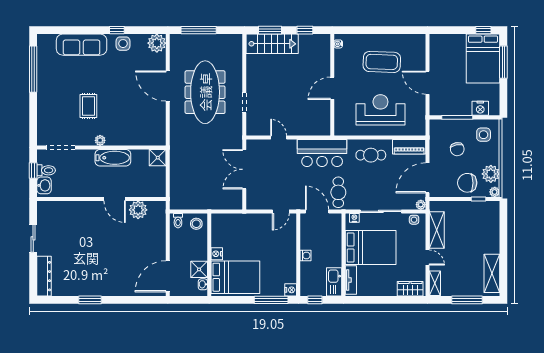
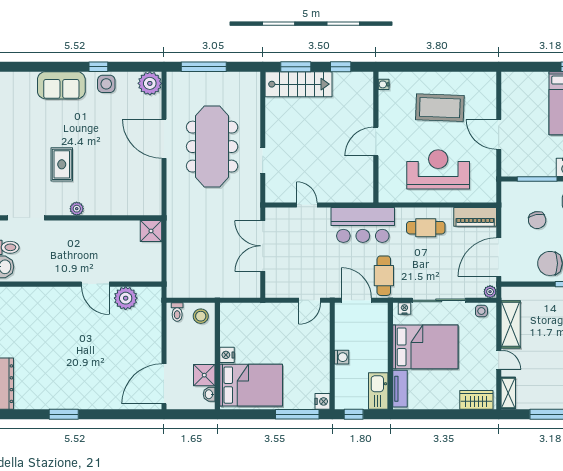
sofa: (82, 45) -> (61, 85), width x0.73
bathtub: (113, 158) -> (93, 231), removed

